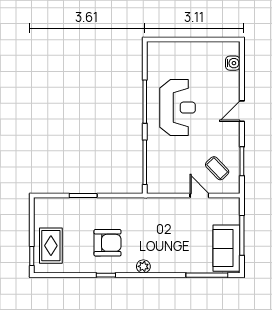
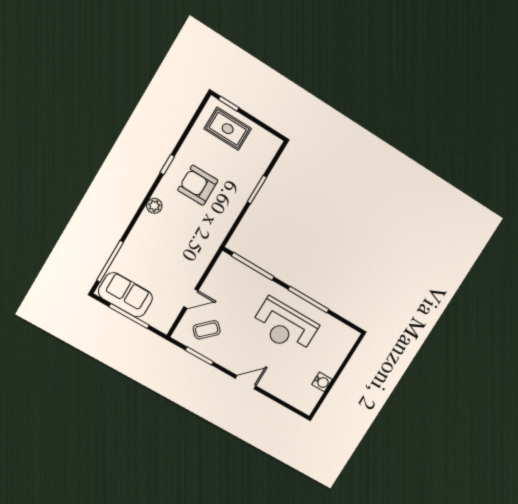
water cooler: (233, 63) -> (322, 382), moved, turned -90
door: (242, 111) -> (246, 382), hinge flipped
armchair: (108, 243) -> (198, 185), turned 90

